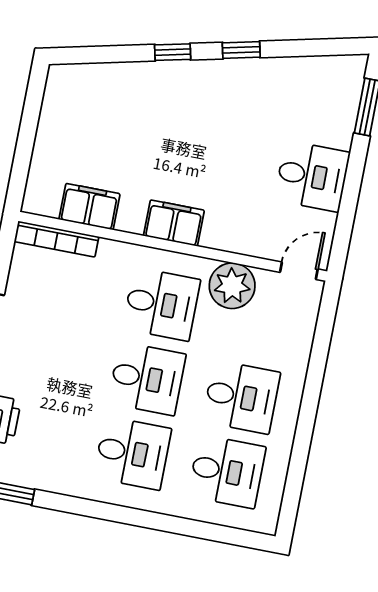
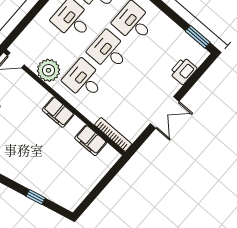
window: (173, 52) -> (36, 197), moved

